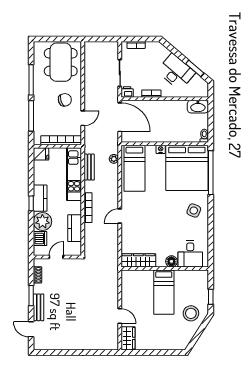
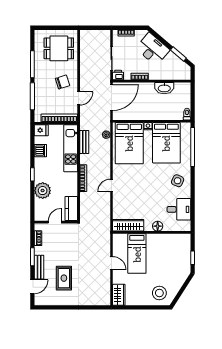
dining table: (61, 62) -> (59, 48), width x0.73
desk: (176, 72) -> (153, 49), moved
washbasin: (198, 107) -> (164, 88), moved
door: (120, 117) -> (112, 98), hinge flipped
bed: (134, 168) -> (129, 143), width x1.50
bed: (187, 168) -> (166, 143), width x0.73
kitchen counter: (40, 198) -> (40, 170), removed
kitchen counter: (75, 228) -> (71, 209), moved
dishwasher: (40, 239) -> (40, 151), moved
desk: (190, 254) -> (179, 209), moved, turned -90
bed: (164, 292) -> (137, 254), moved
stool: (191, 313) -> (159, 293), moved
door: (120, 316) -> (112, 263), moved
rug: (66, 320) -> (64, 278), added
door: (31, 329) -> (32, 287), swing flipped

